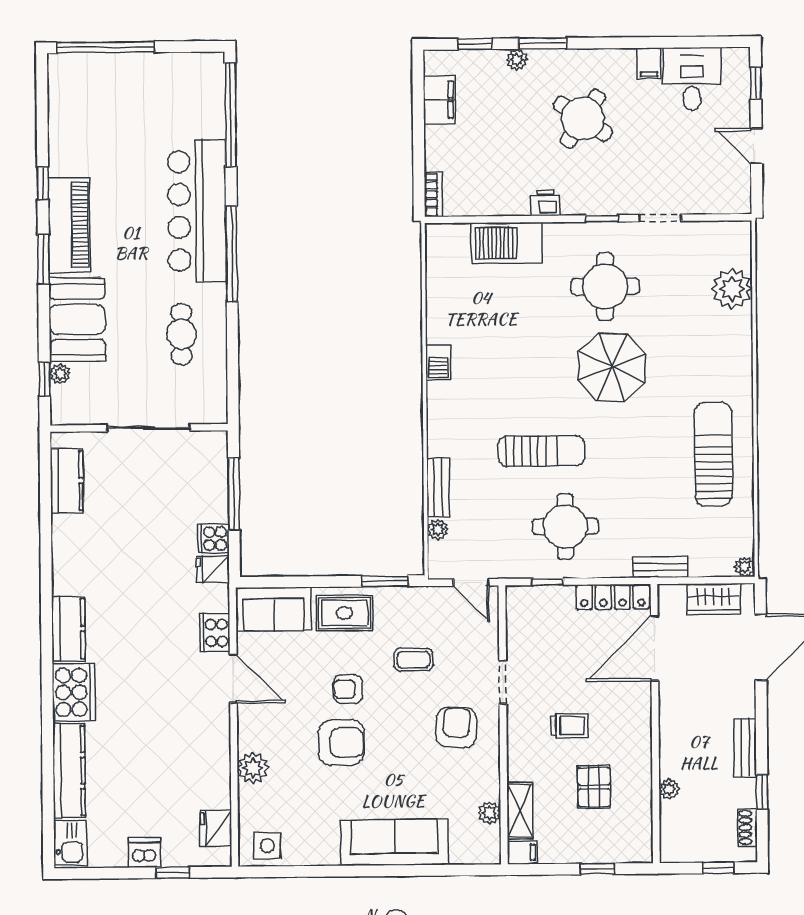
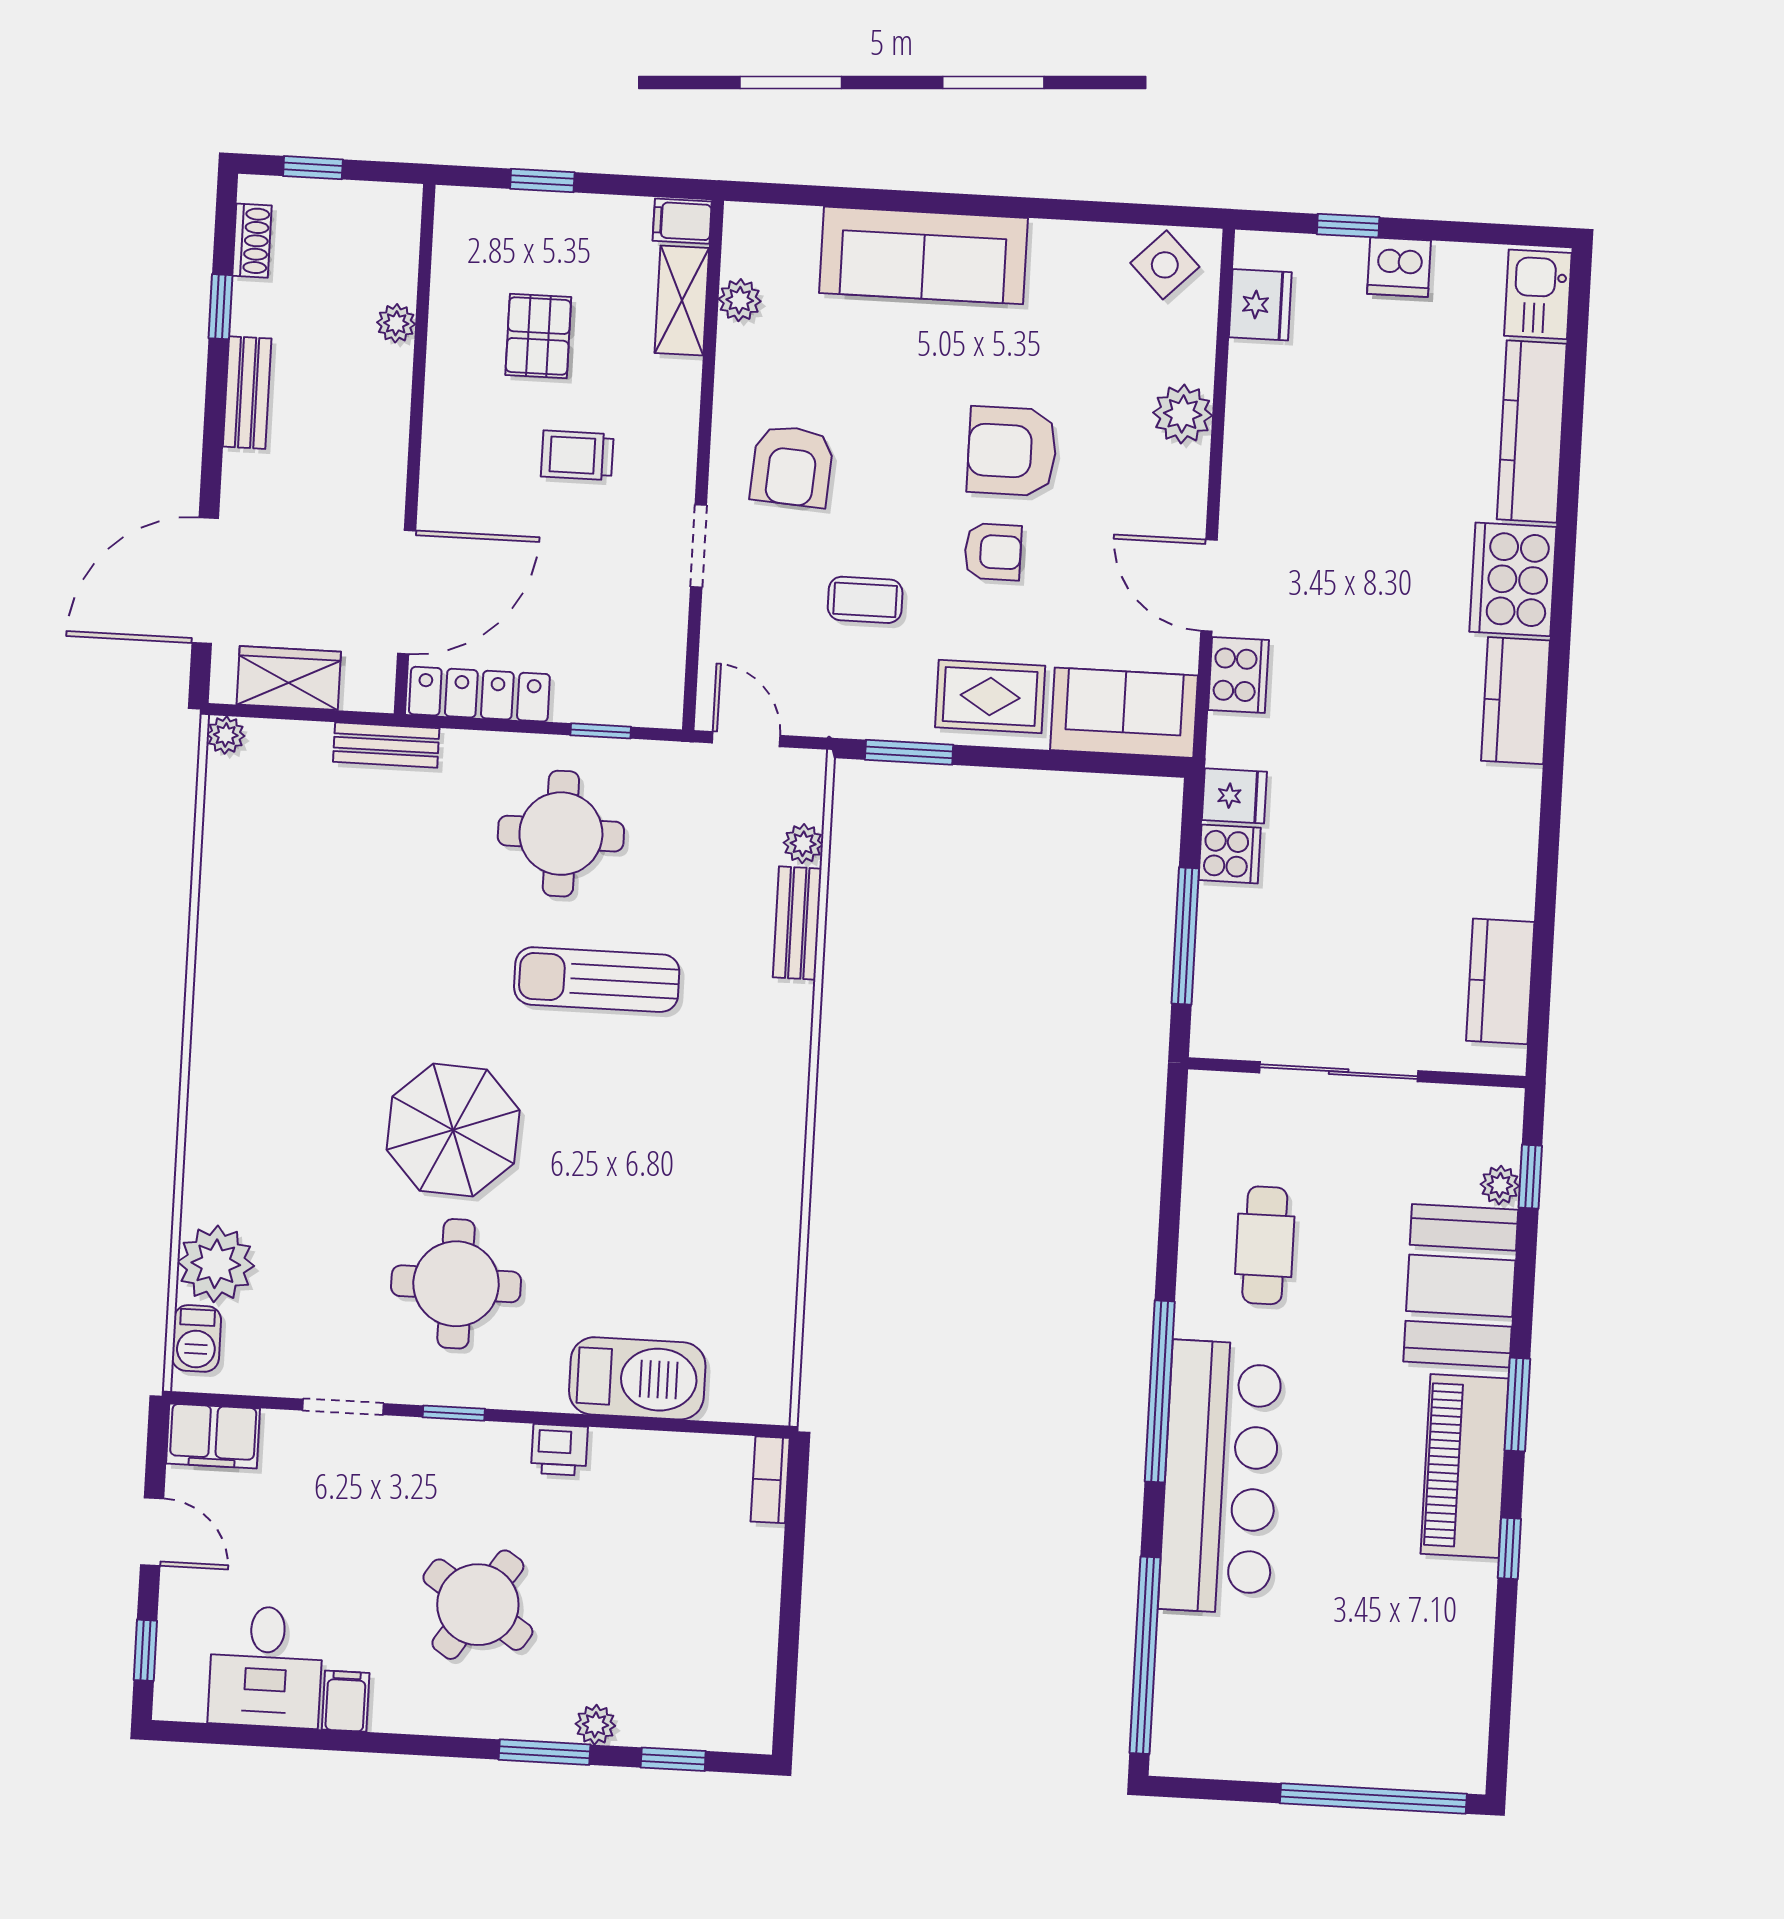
filing cabinet: (439, 100) -> (213, 1436), moved, turned -90
barbecue: (438, 362) -> (196, 1338), moved, turned 180
sun lounger: (713, 454) -> (271, 953), removed
side table: (267, 846) -> (1165, 265), turned 45

